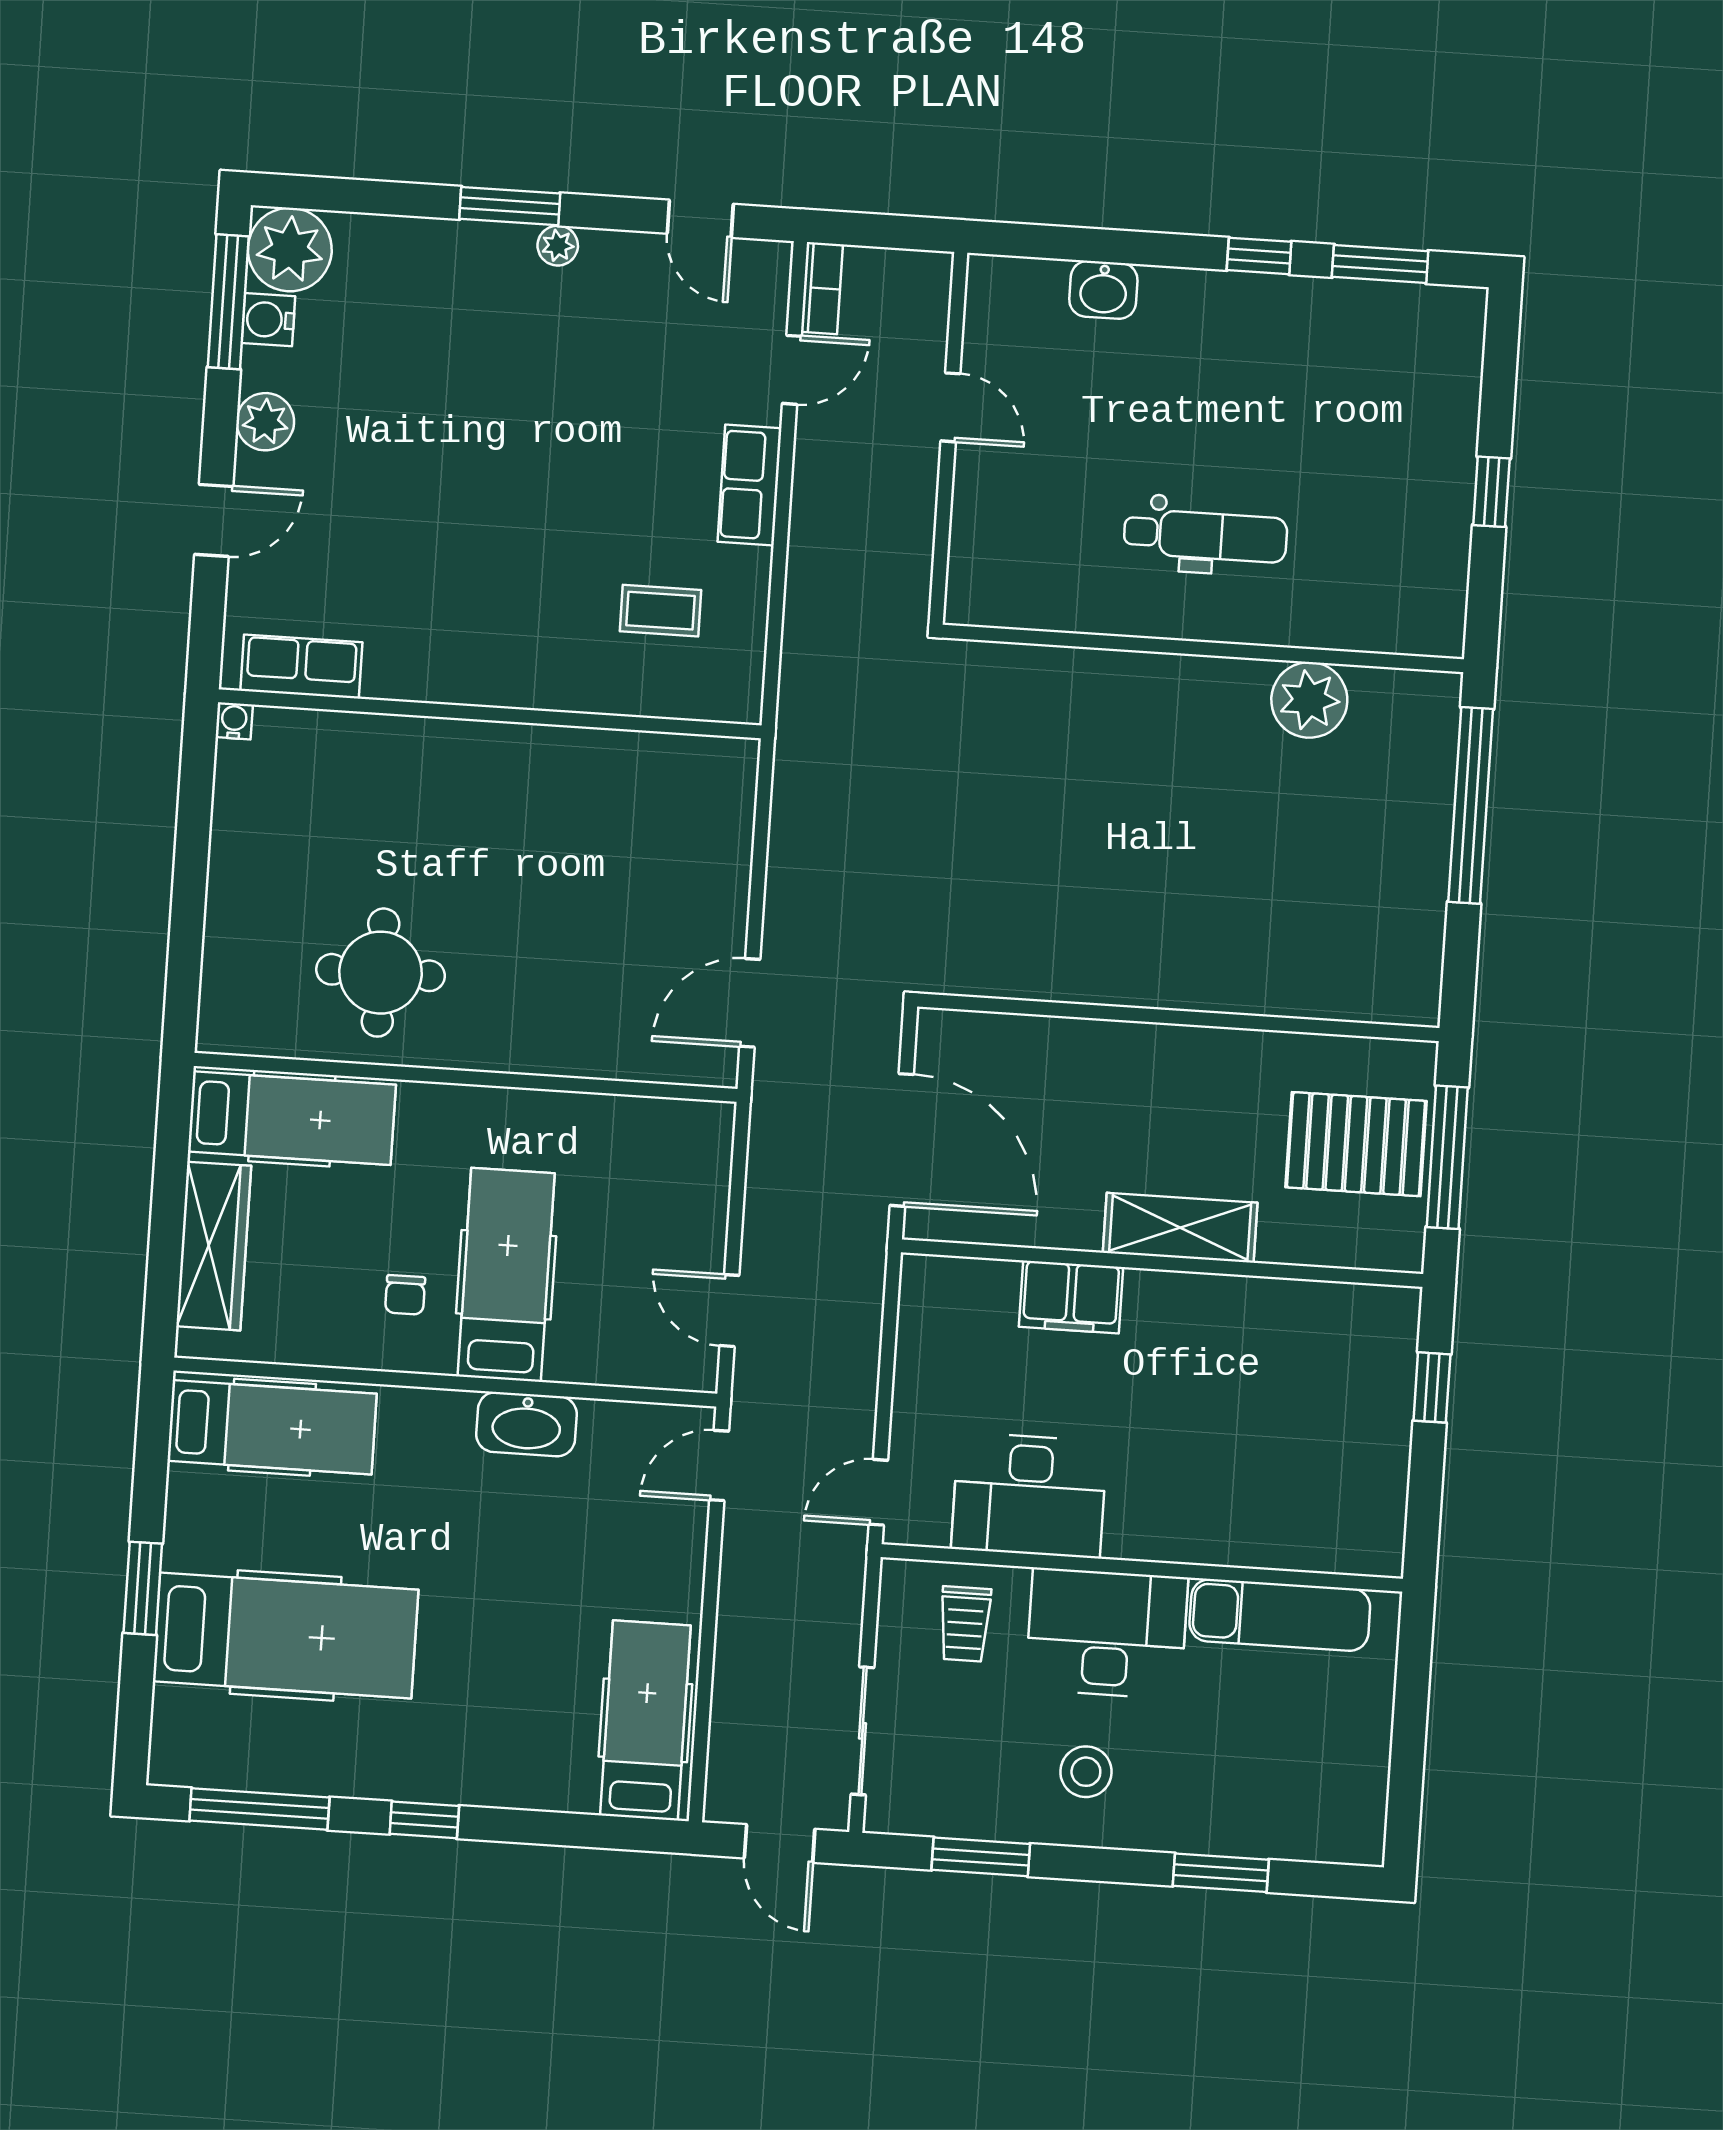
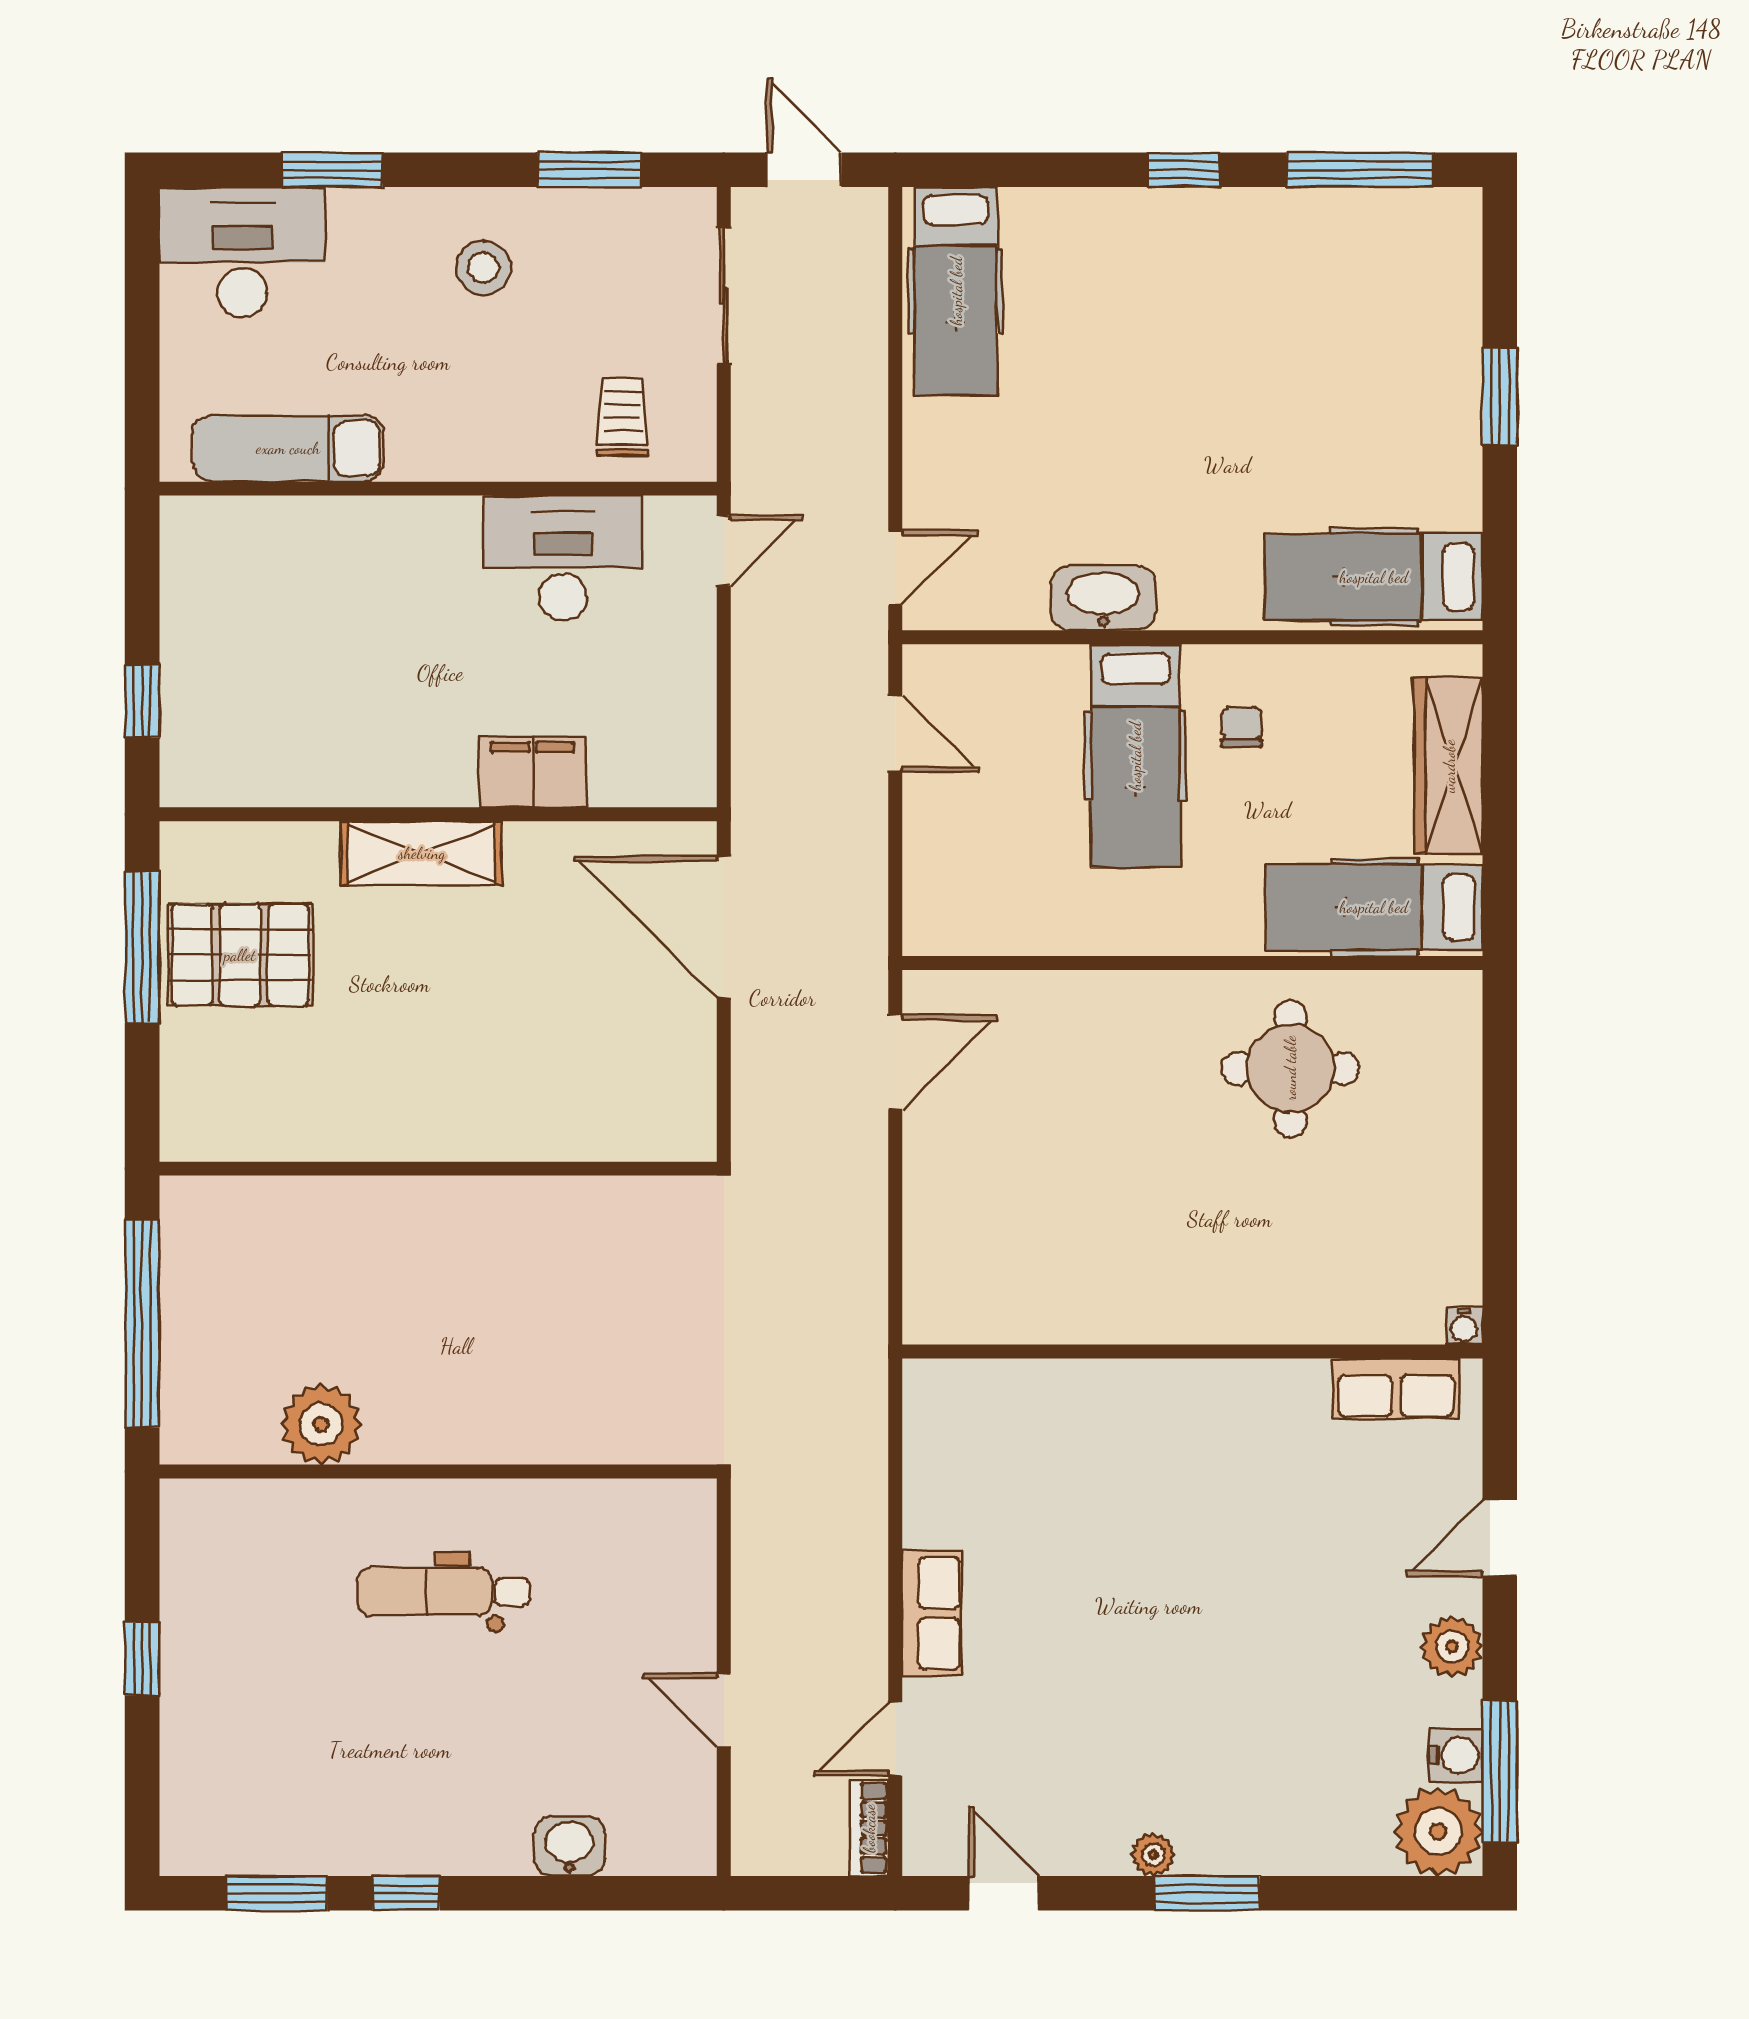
coffee table: (660, 611) -> (1018, 1473), removed
wall: (1178, 1017) -> (438, 1169), moved
desk: (1107, 1633) -> (242, 252), moved, turned 180
hospital bed: (286, 1635) -> (1345, 356), removed

